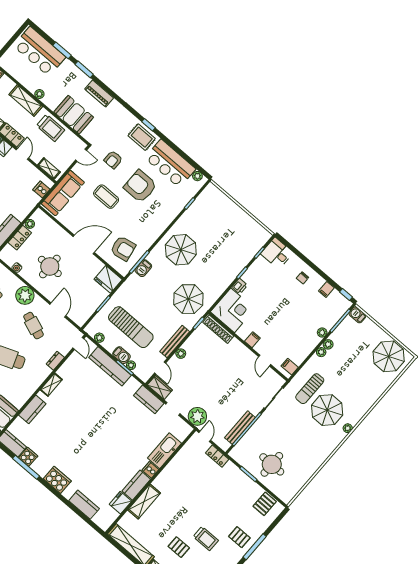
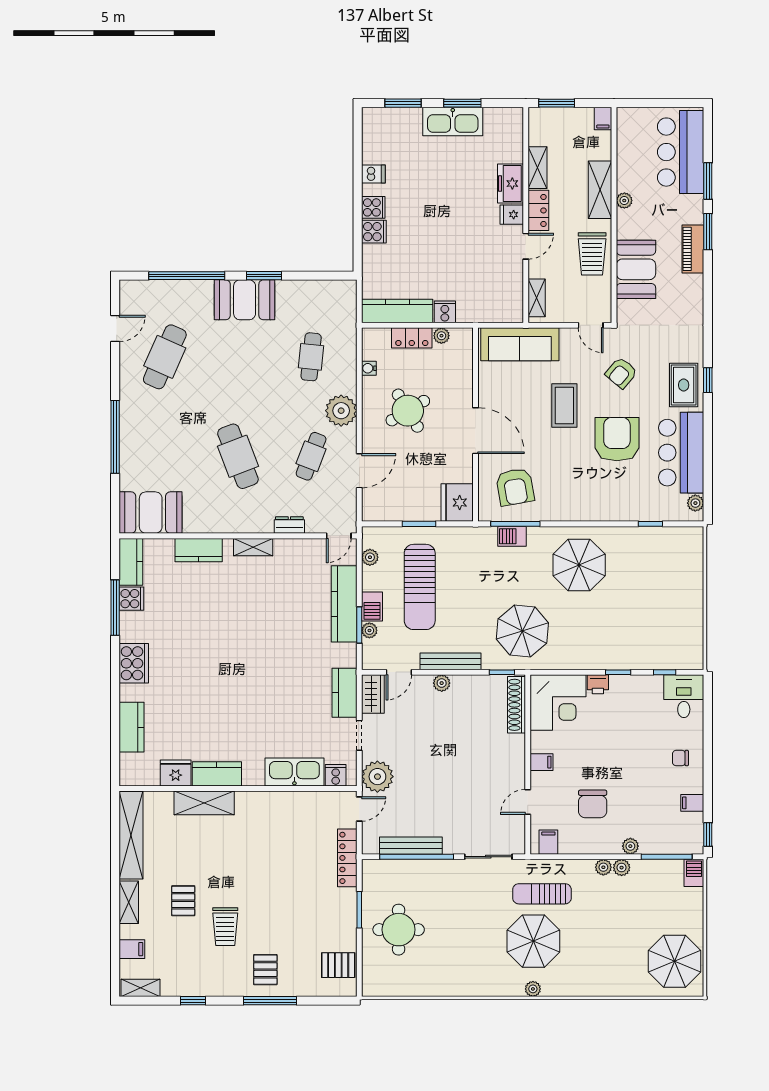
piano: (99, 93) -> (693, 249), moved
armchair: (113, 160) -> (621, 373), turned -50
cooker: (41, 190) -> (445, 312), moved
round table: (50, 266) -> (408, 411), turned -31
chair: (290, 333) -> (593, 804), added
locker: (217, 456) -> (347, 858), width x1.53
cooker: (150, 470) -> (336, 775), moved

